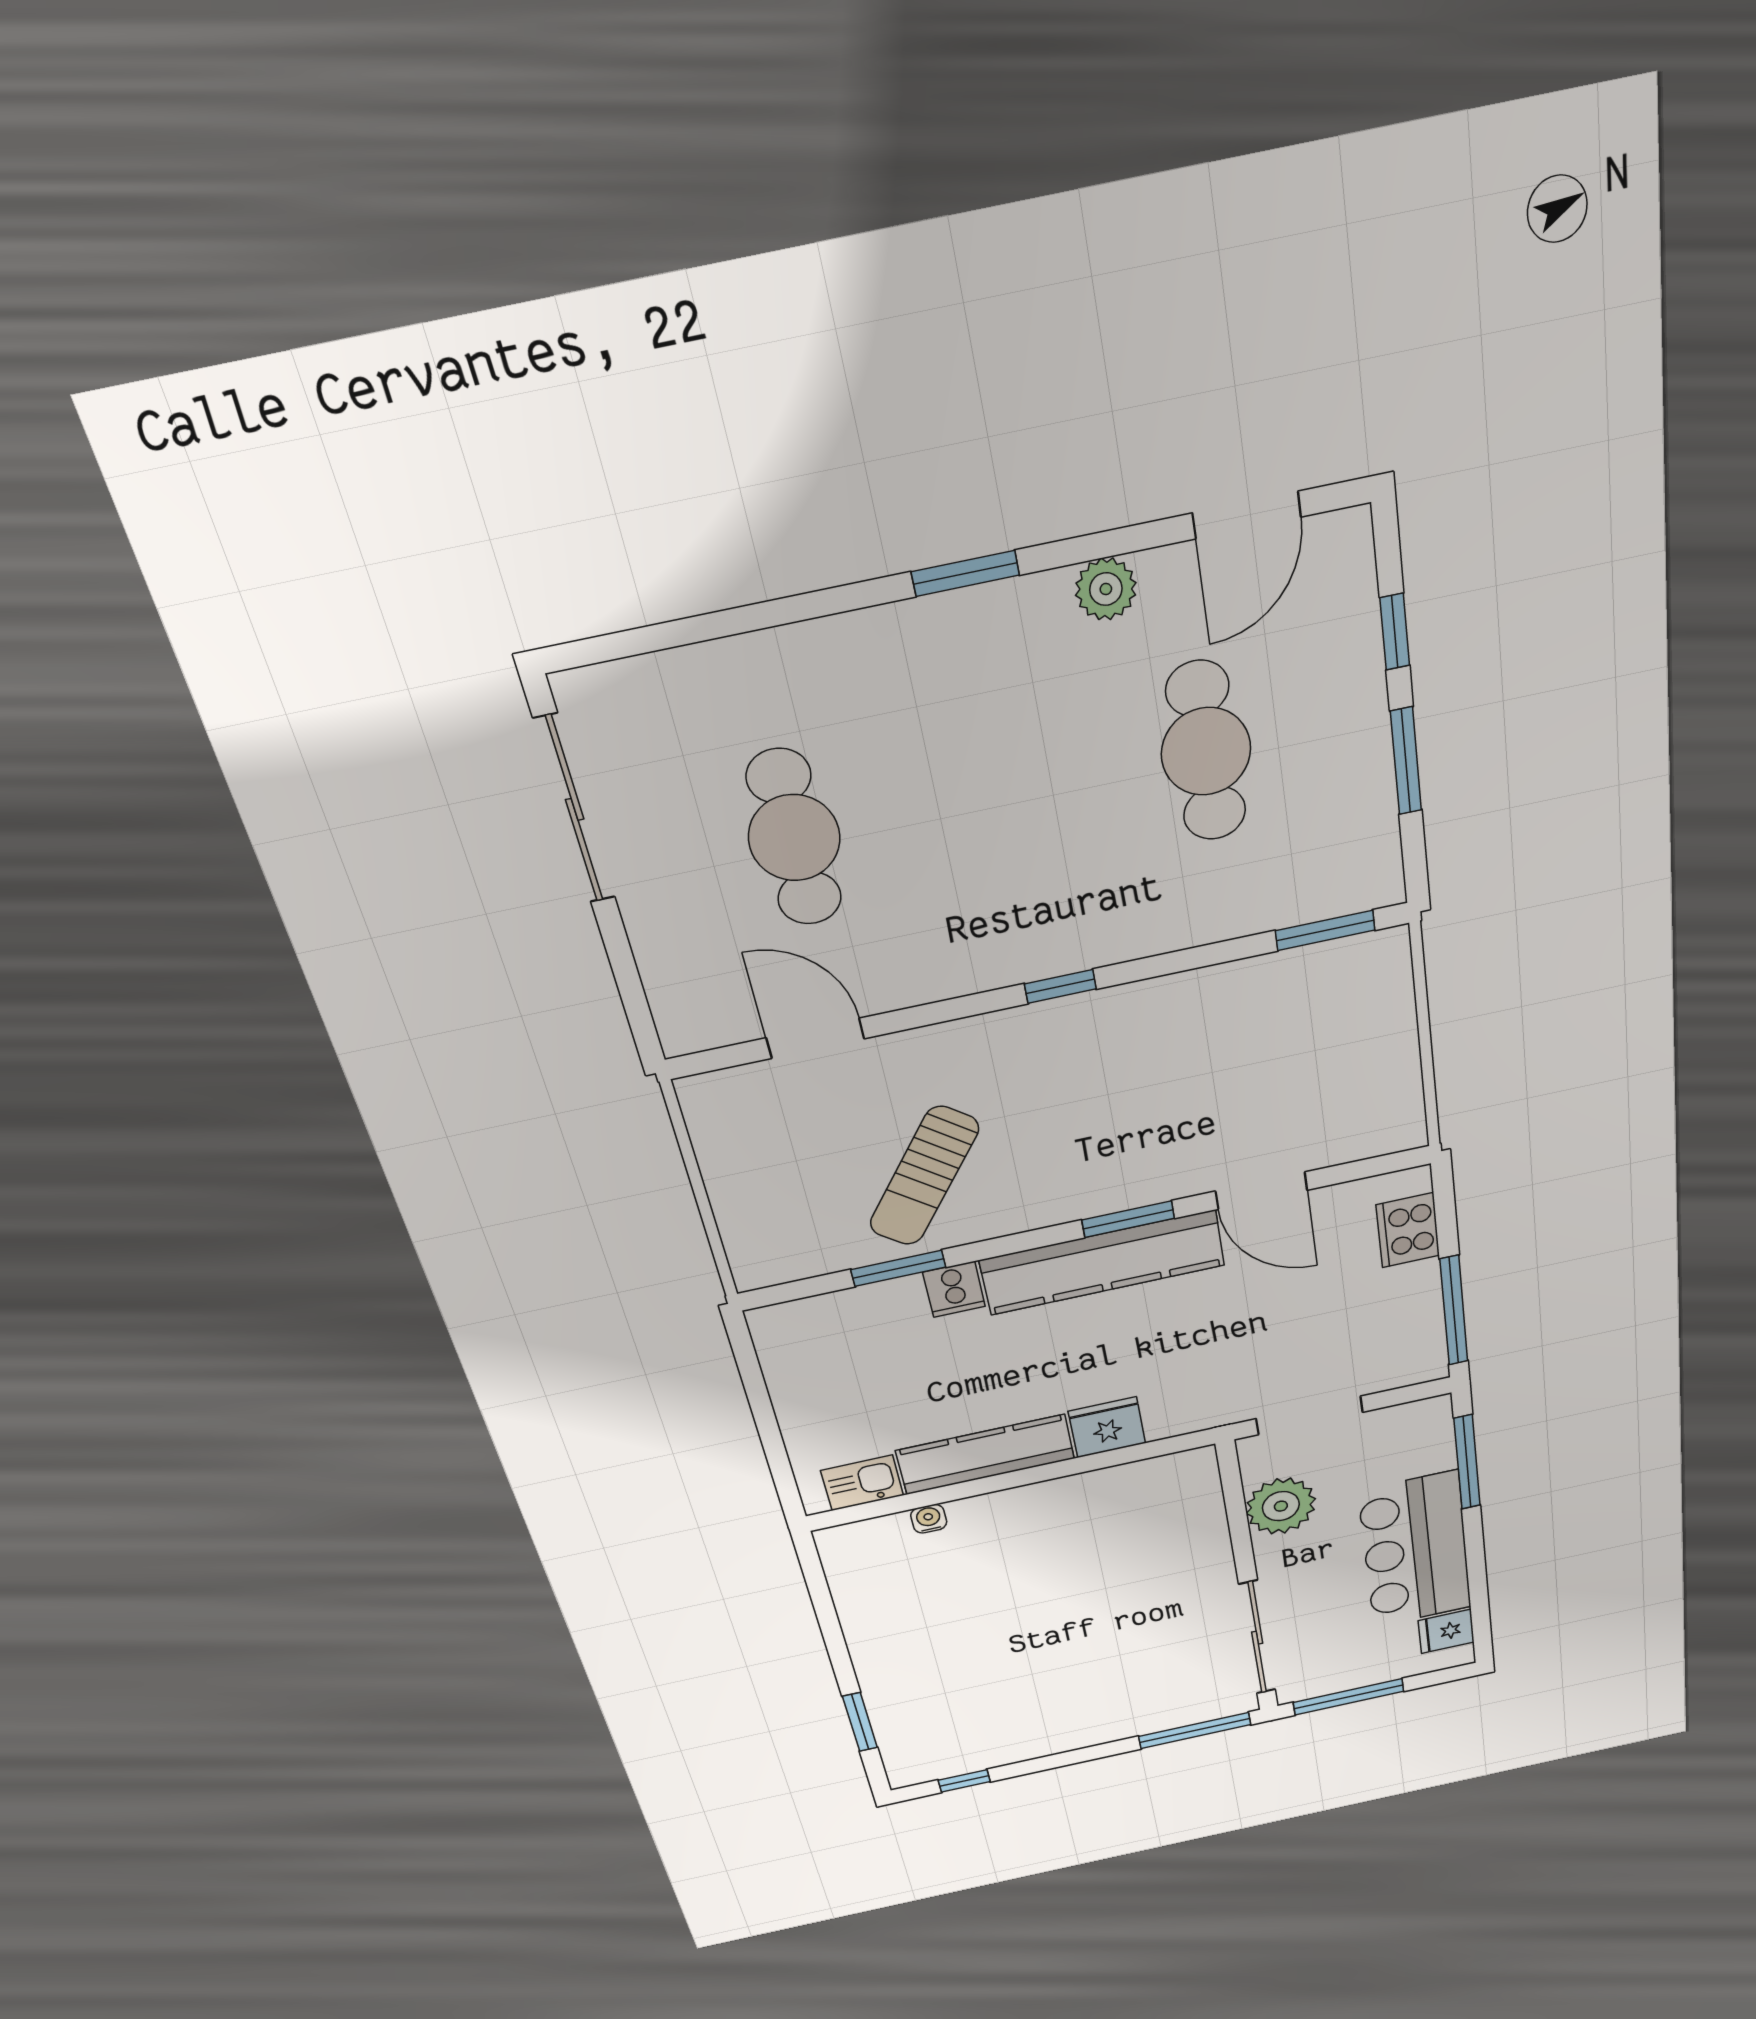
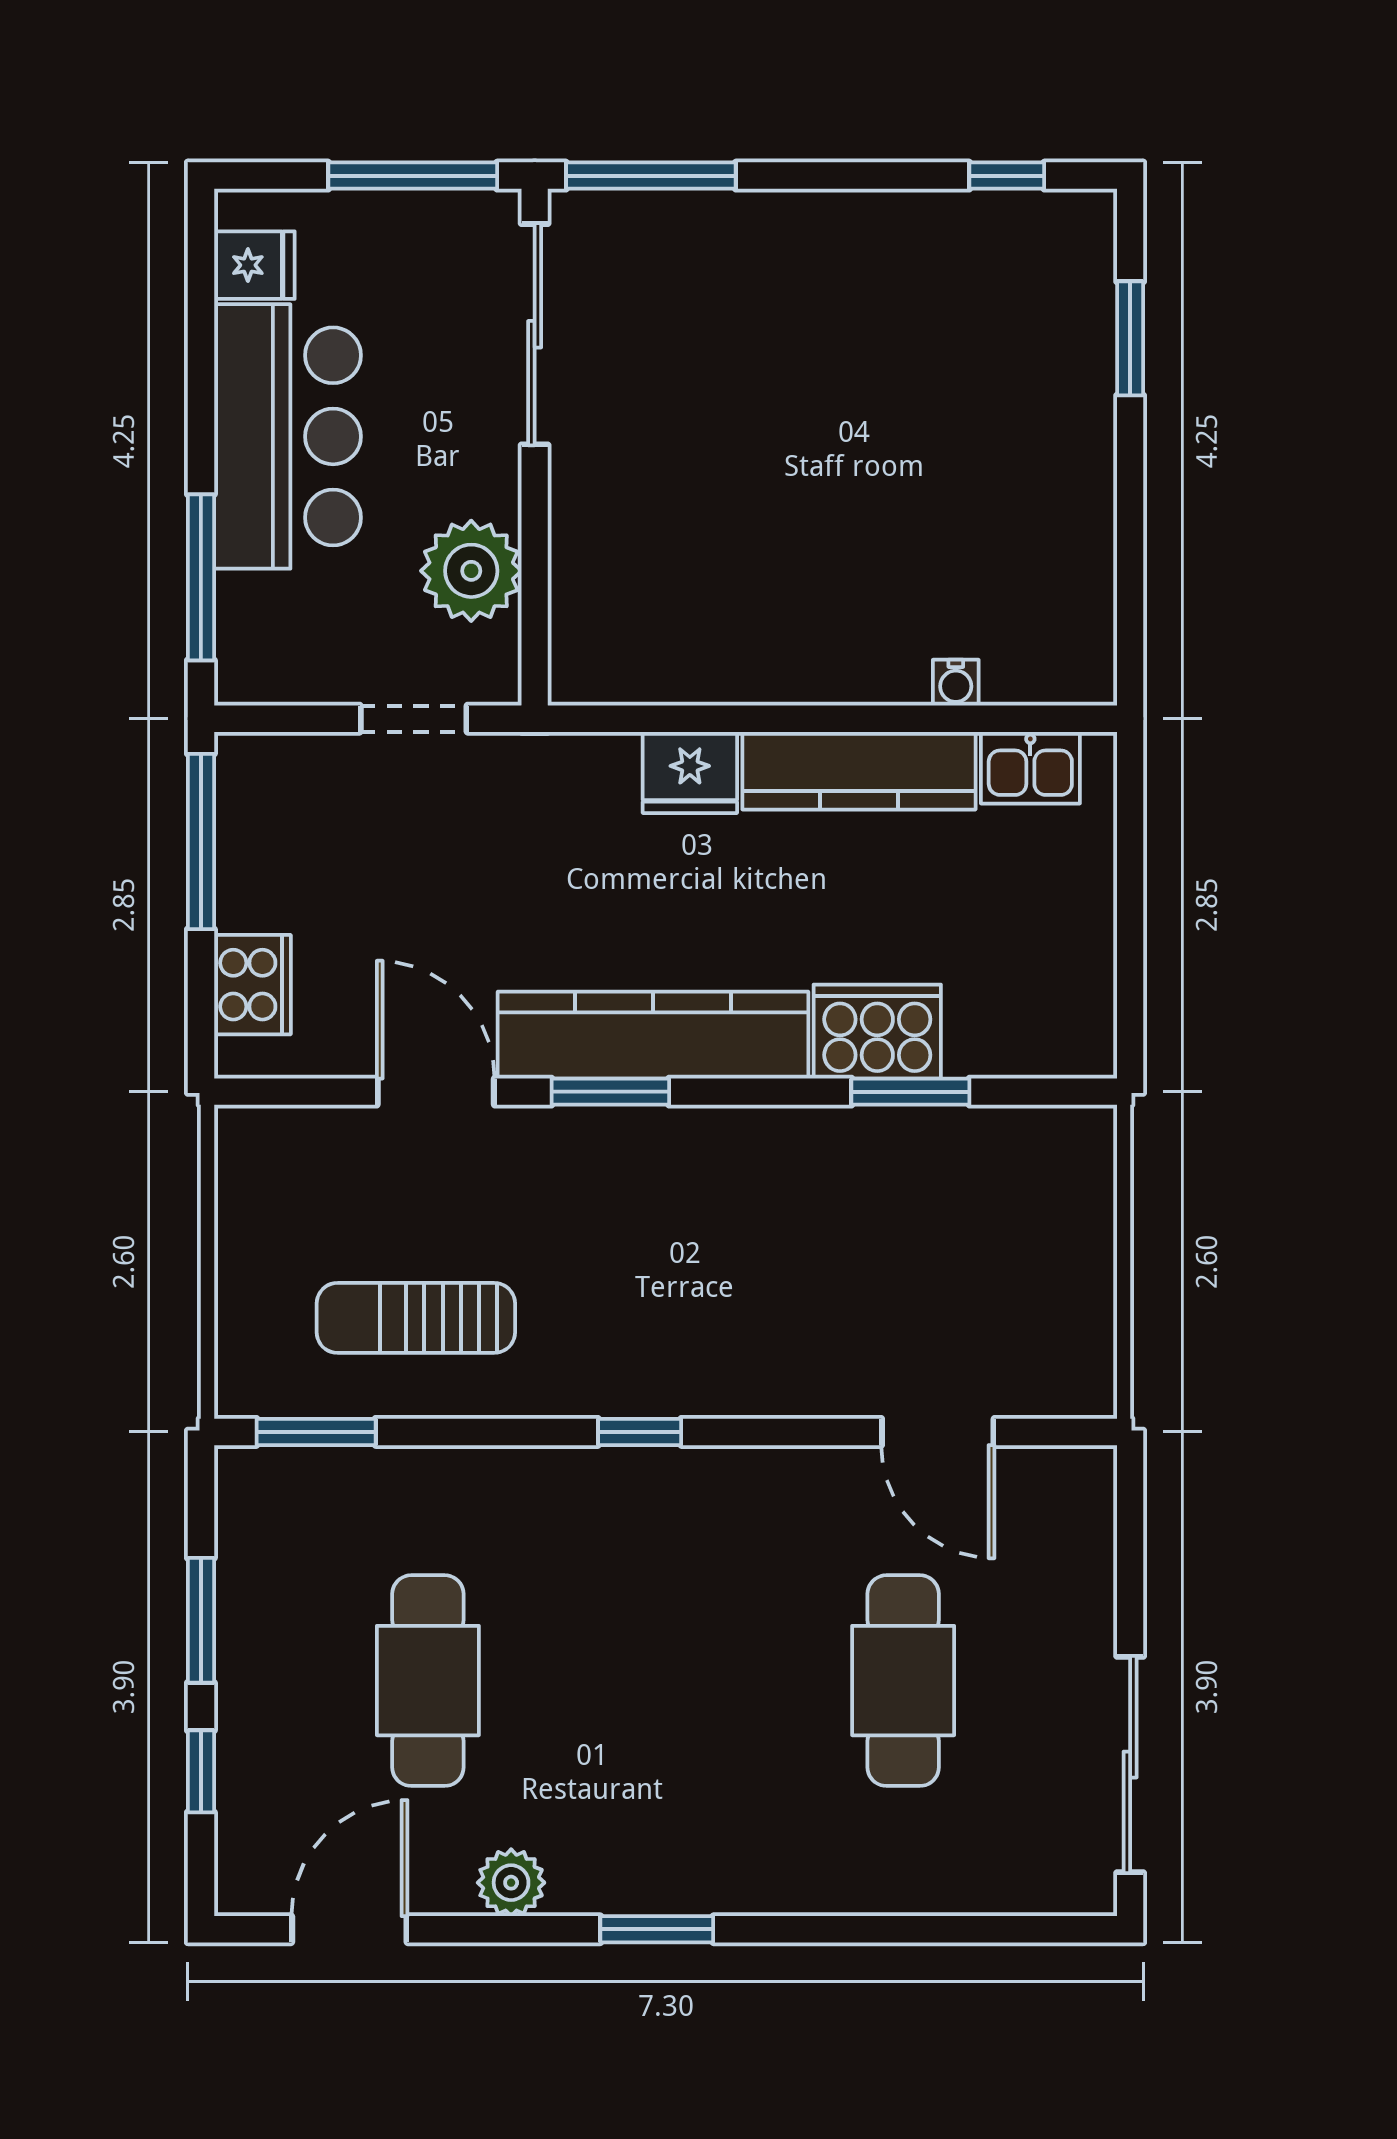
sun lounger: (924, 1176) -> (416, 1318), moved, turned -127
cooker: (954, 1289) -> (877, 1032), width x1.87, depth x1.31
doorway: (1309, 1415) -> (414, 719), width x0.73

